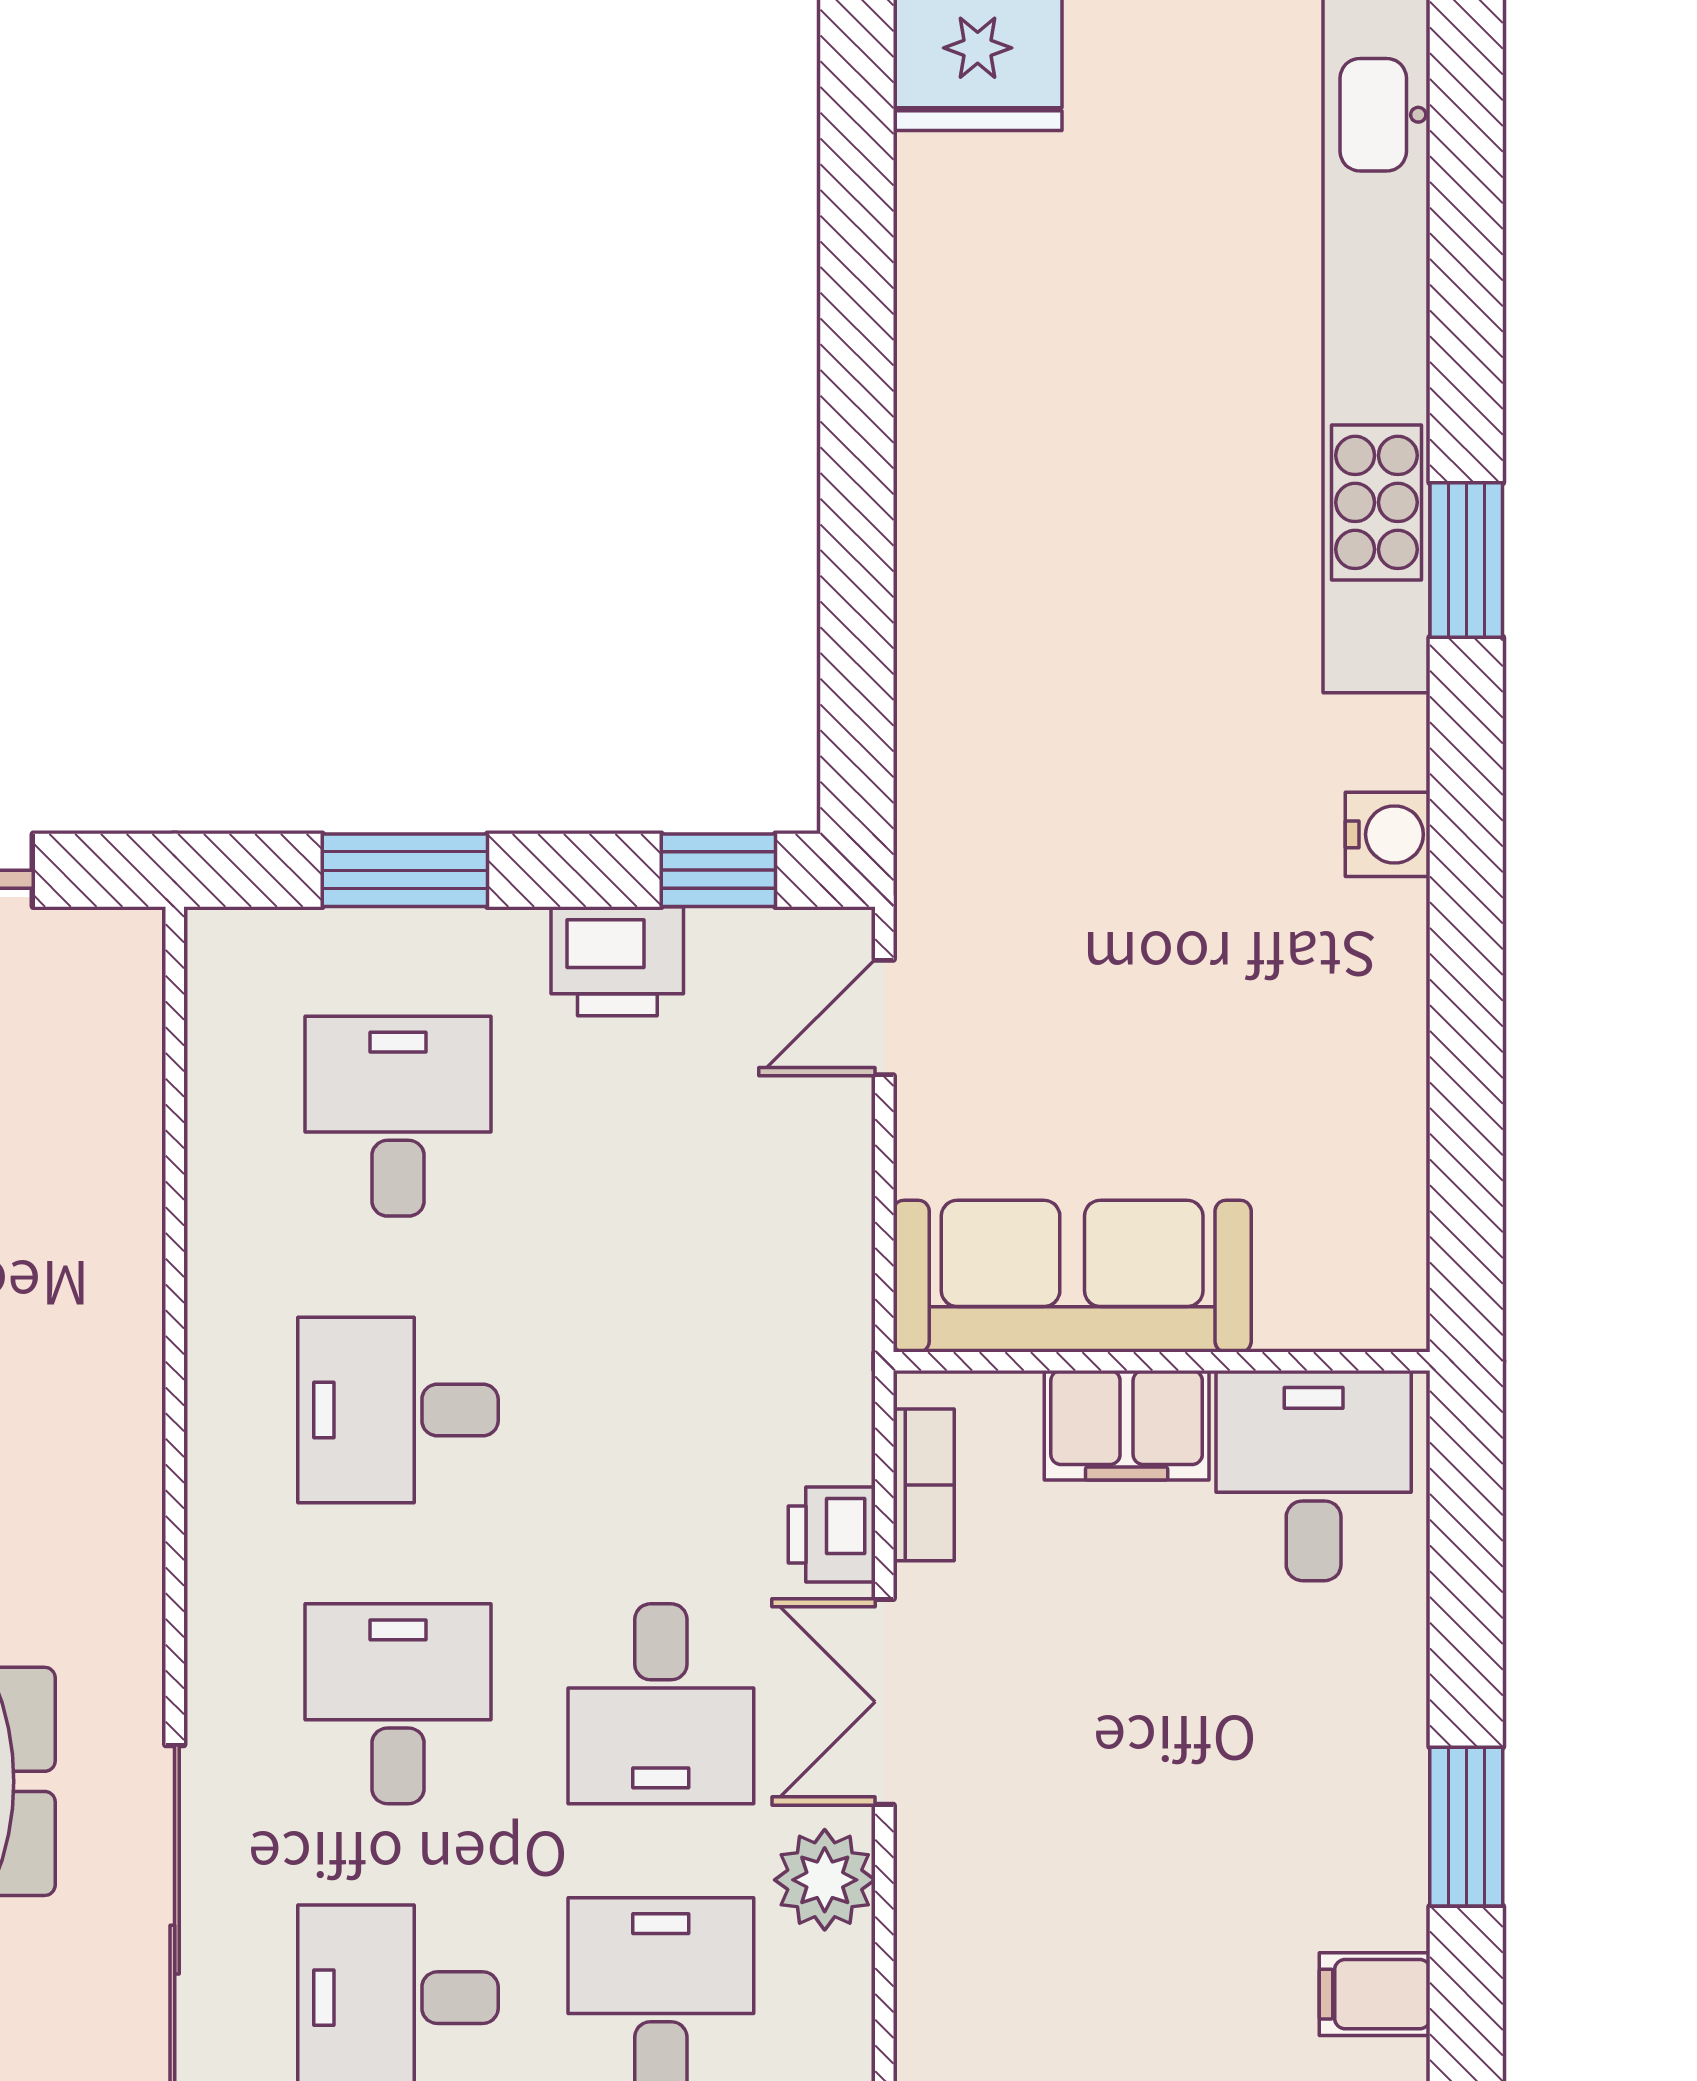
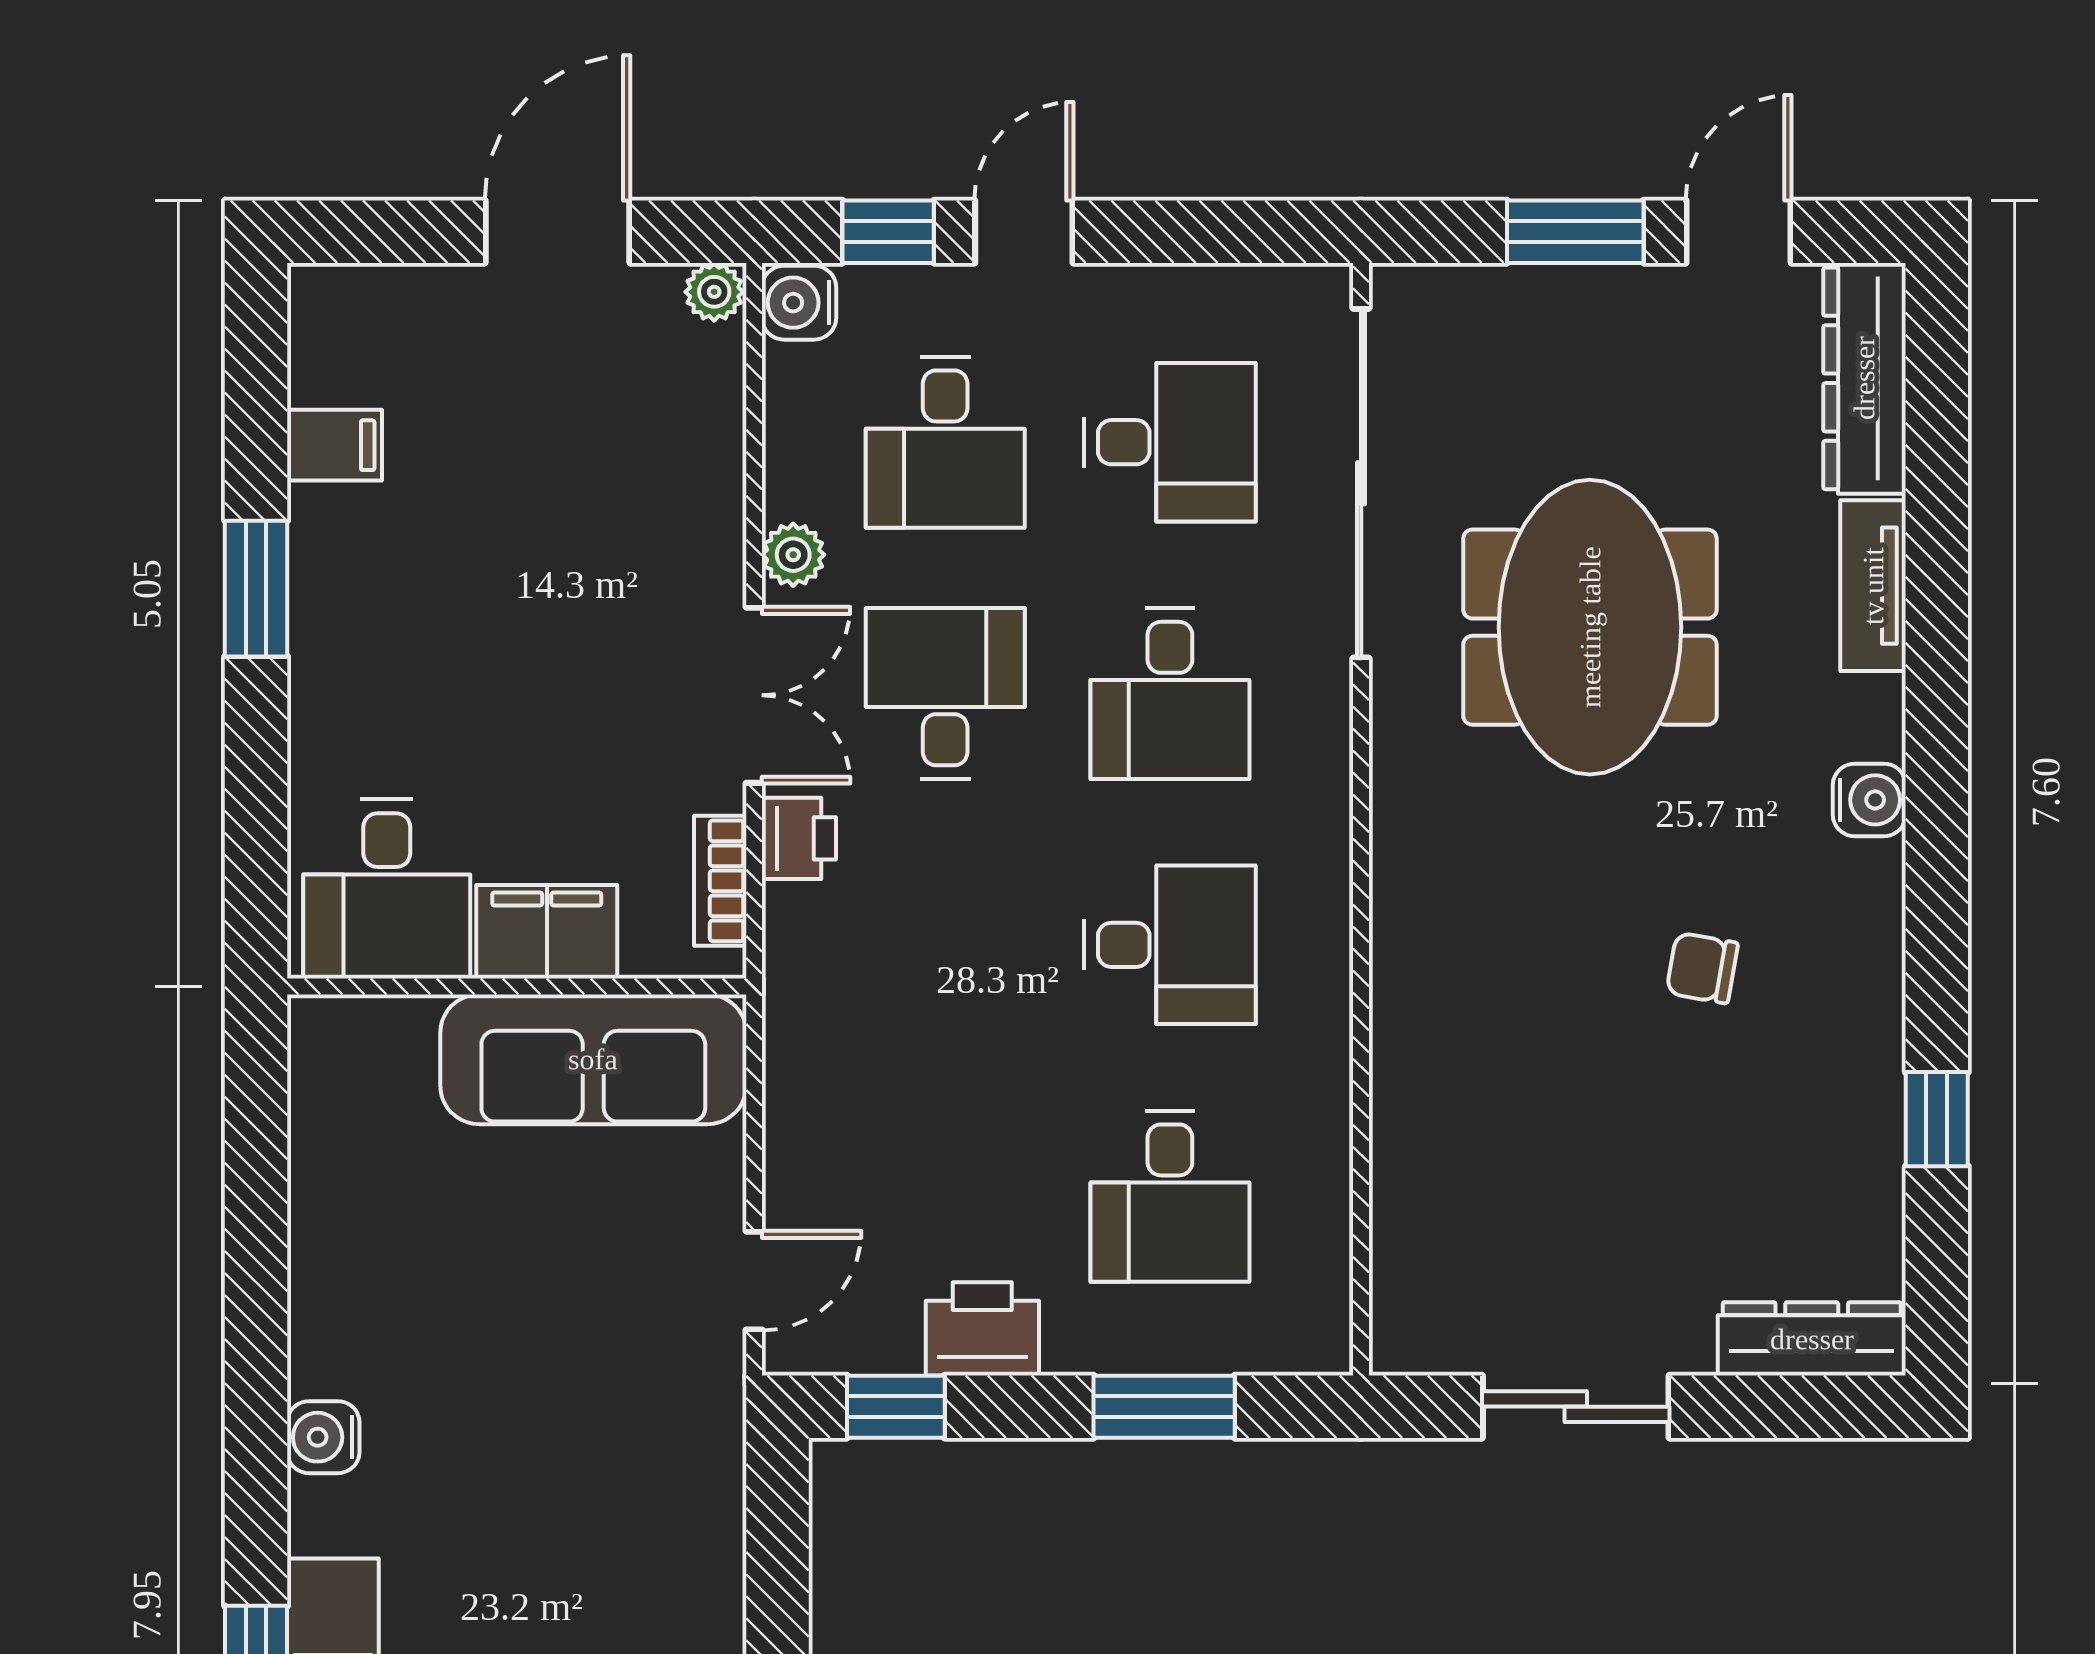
plant: (825, 1880) -> (793, 555), width x0.73, depth x0.73

